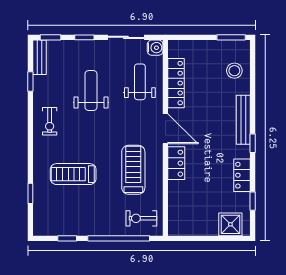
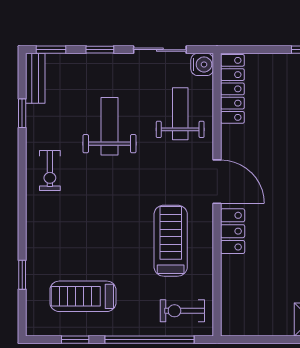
locker: (176, 83) -> (232, 89), moved
treadmill: (73, 174) -> (83, 296), moved

